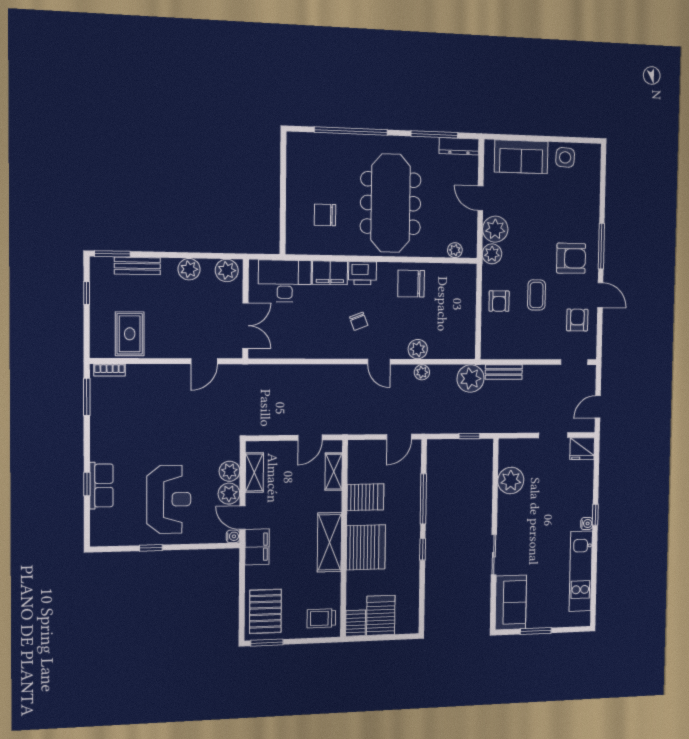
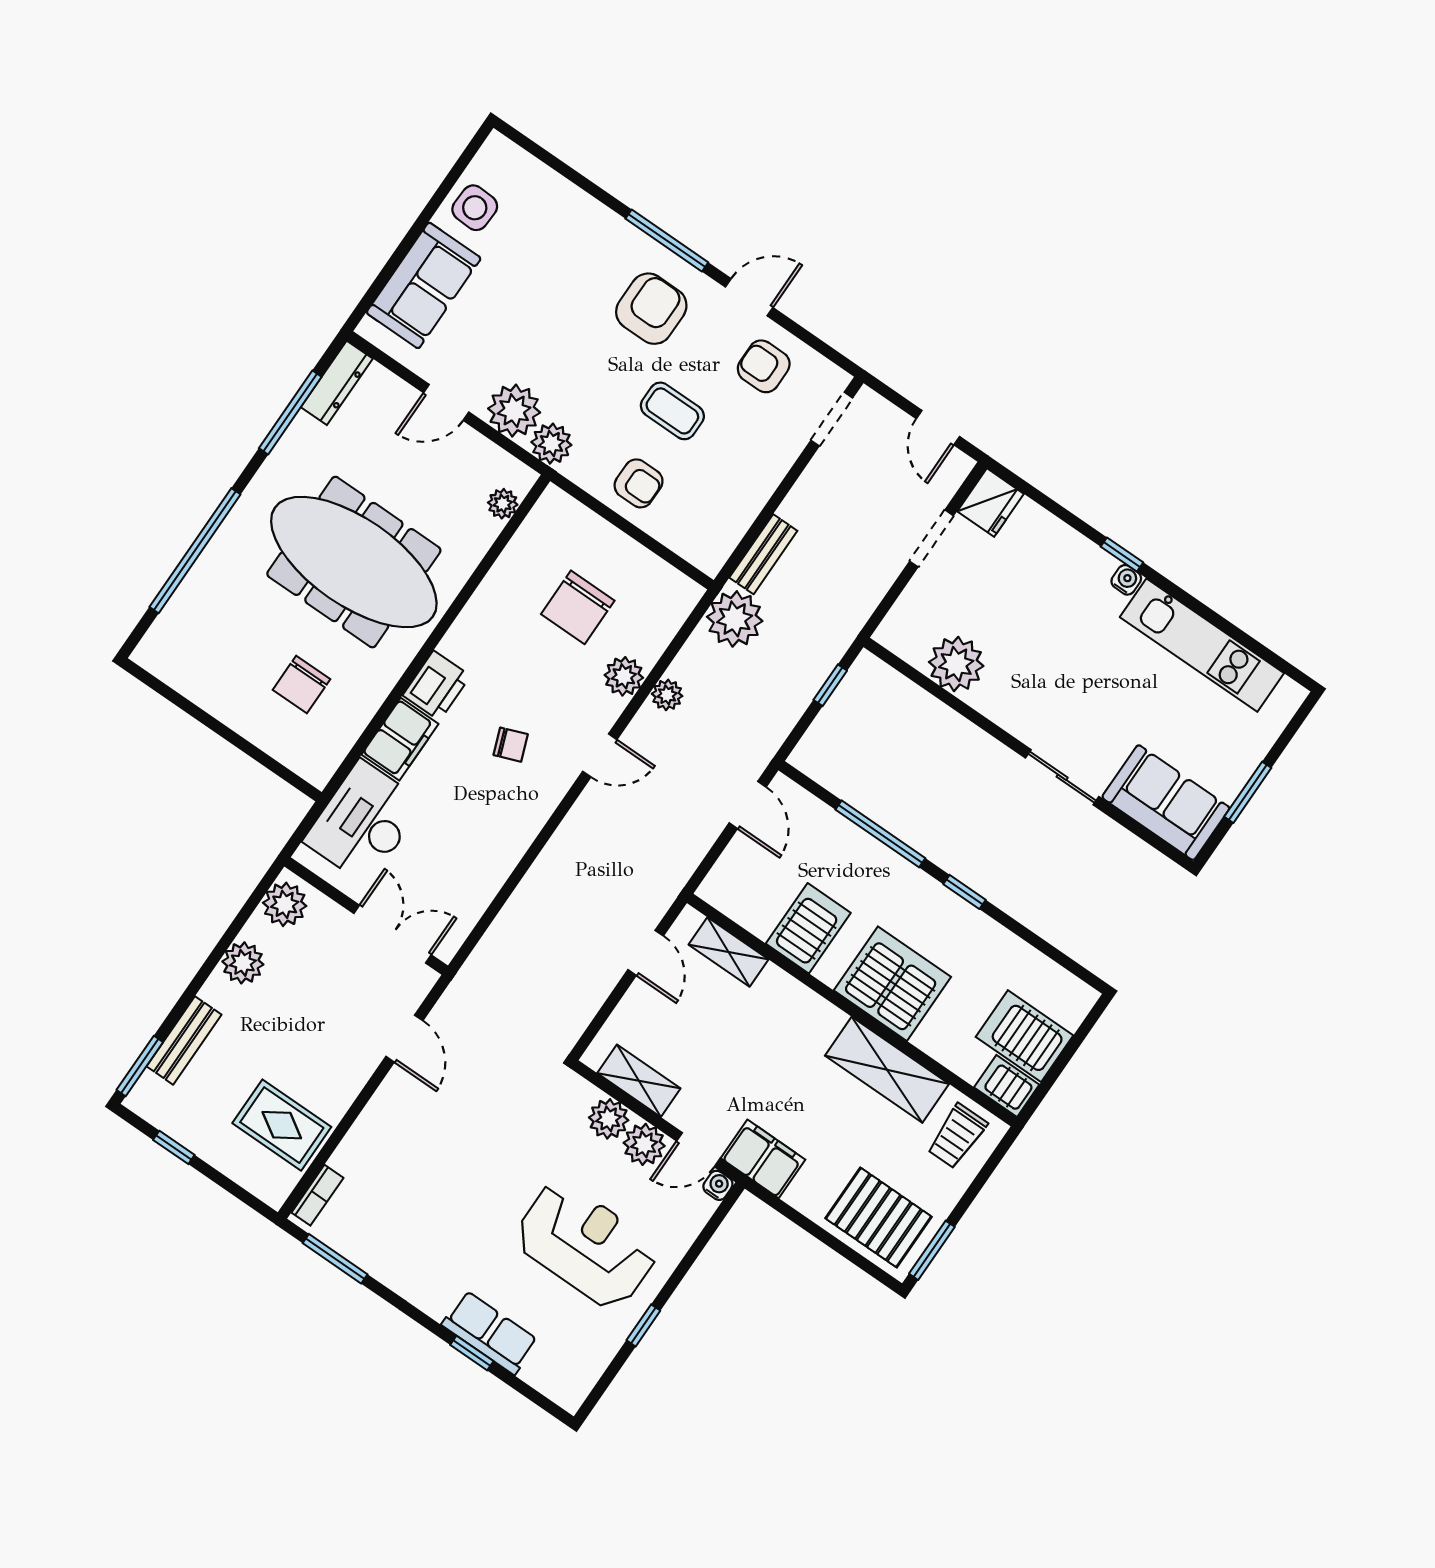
chair: (411, 284) -> (578, 607), moved
shelving: (329, 542) -> (887, 1070), moved

